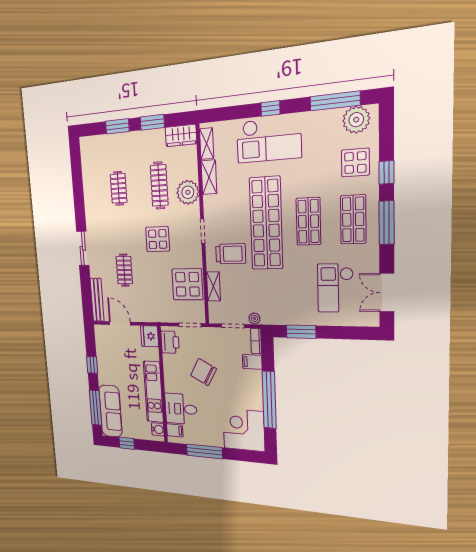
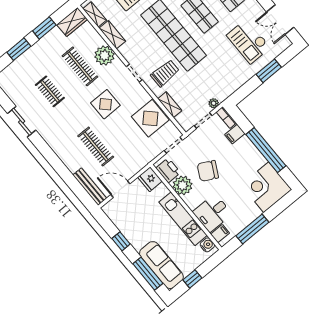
sliding door: (83, 248) -> (22, 122), moved
clothes rail: (124, 270) -> (96, 146), width x1.36
window: (301, 332) -> (269, 71), moved
plant: (173, 365) -> (182, 185), added

